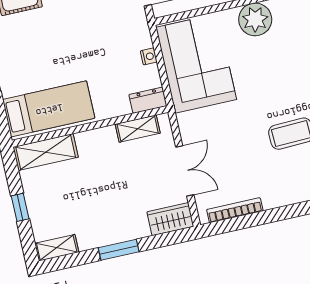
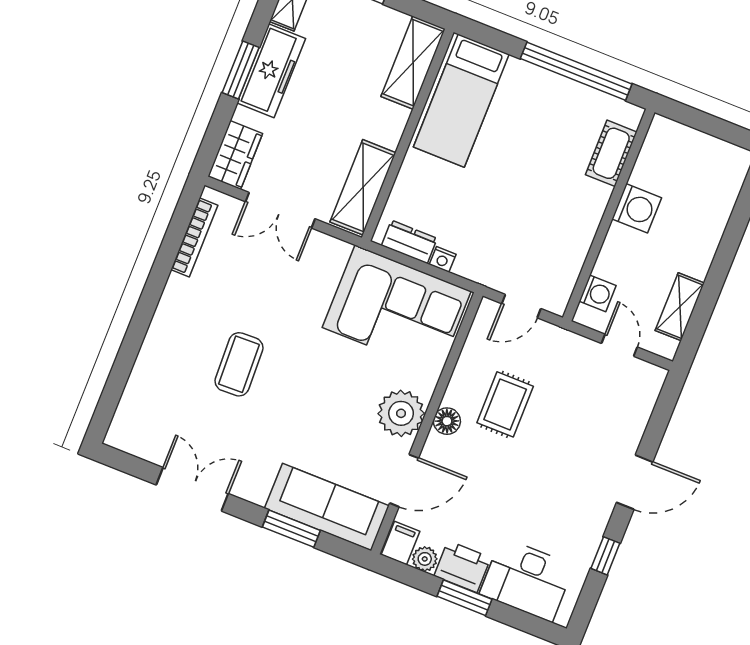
dresser: (148, 100) -> (409, 242), moved, turned -90
shelving: (138, 129) -> (363, 187), width x1.50, depth x1.33
freezer: (107, 232) -> (271, 71), added

